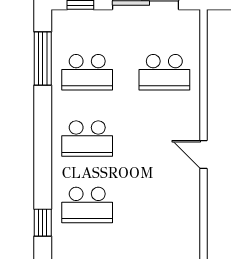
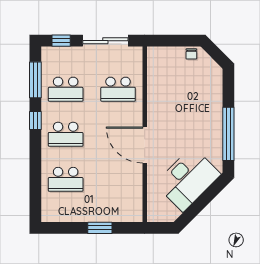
door: (204, 154) -> (145, 145), width x1.88
window: (43, 223) -> (35, 120), moved

